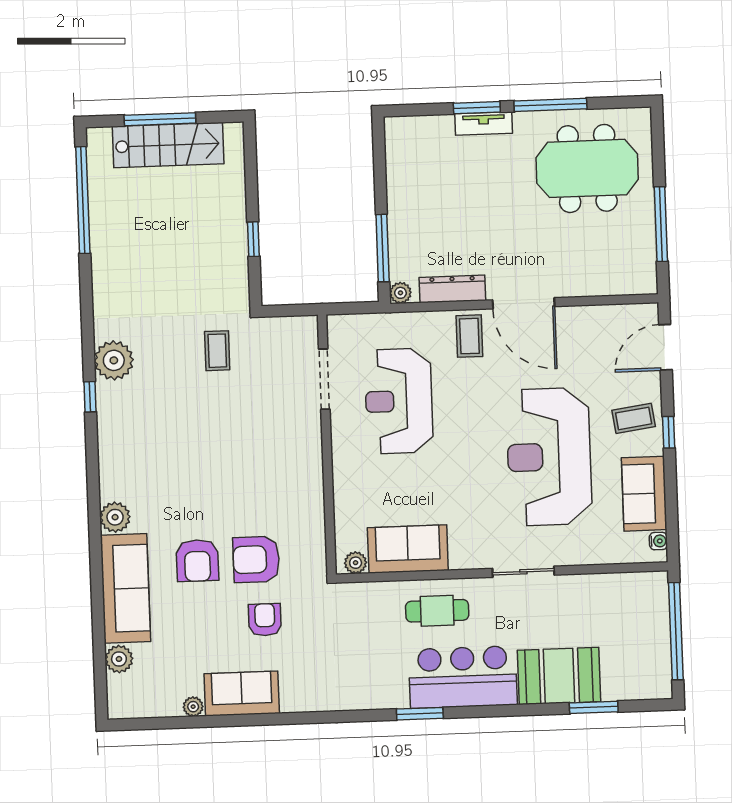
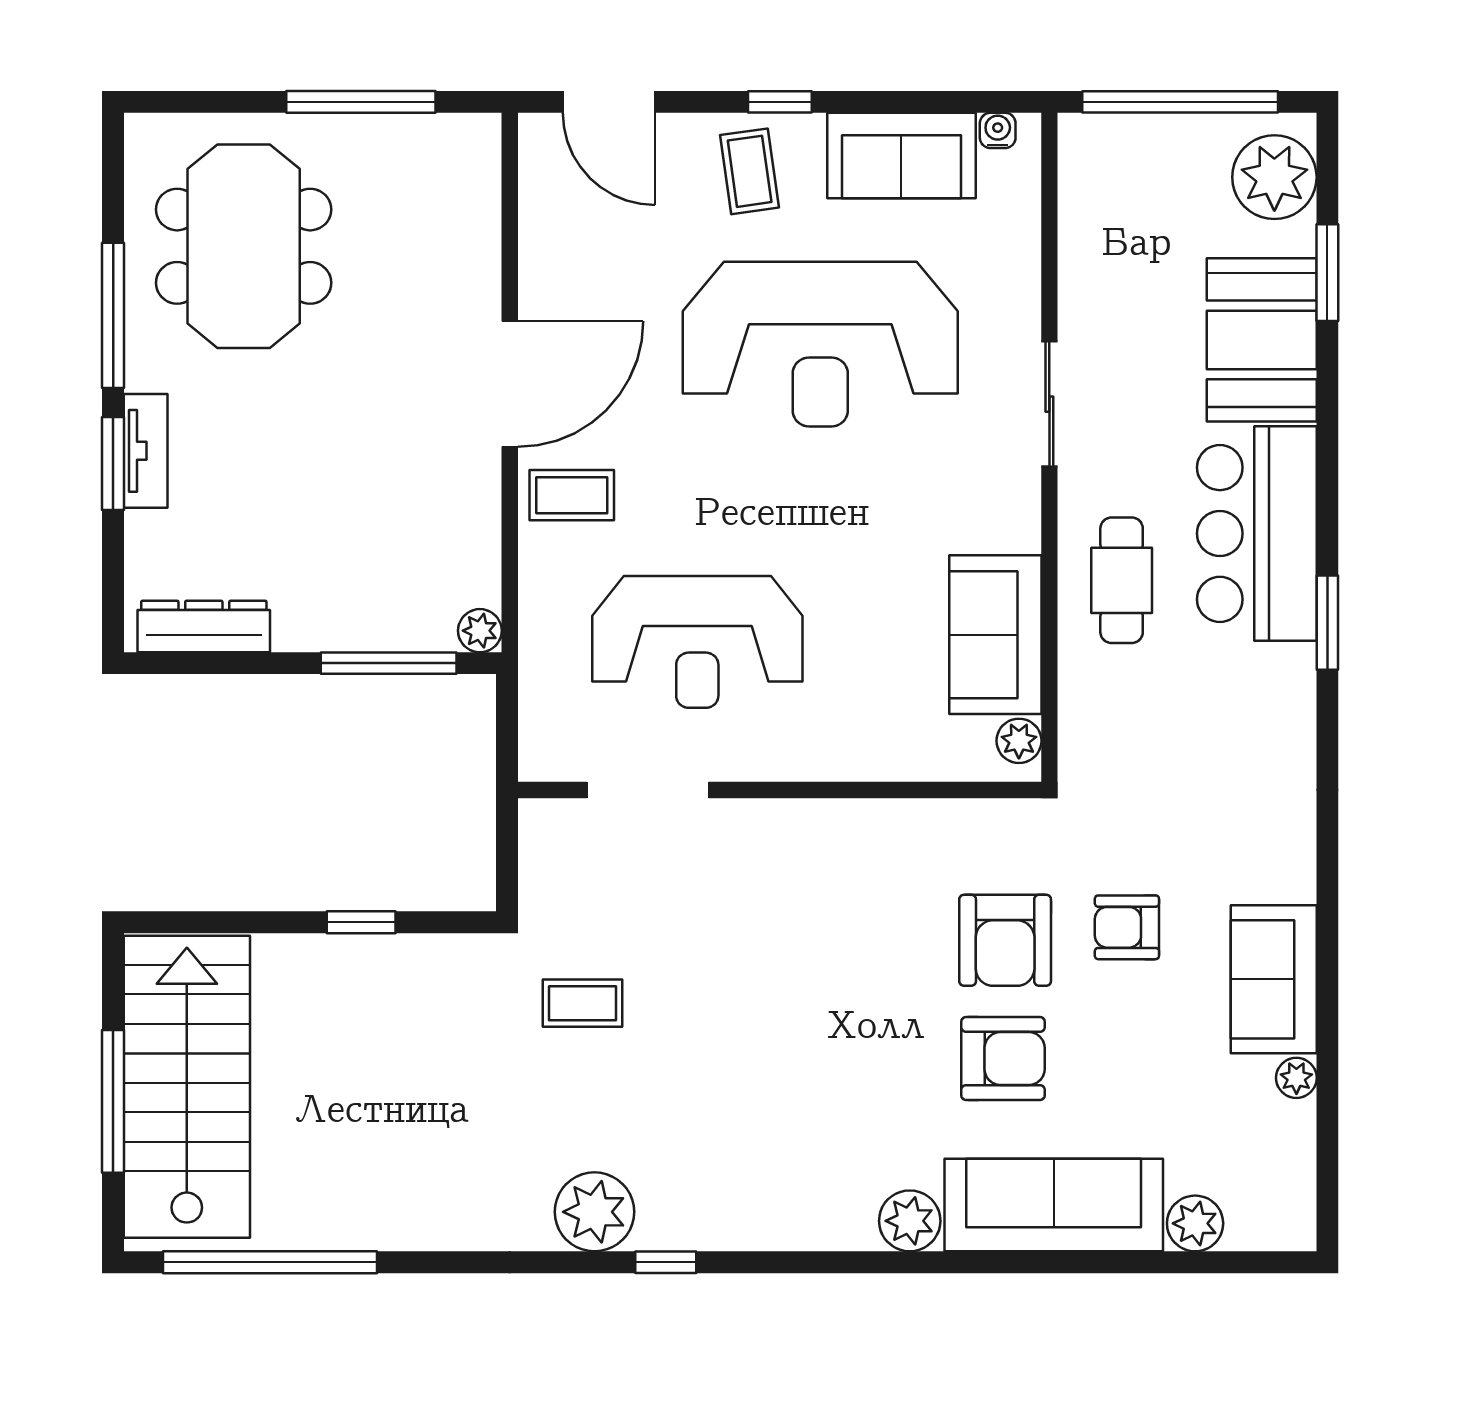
stairs: (168, 145) -> (187, 1087), width x1.36, depth x1.51
dresser: (452, 289) -> (204, 627), moved, turned 90
plant: (640, 679) -> (1274, 177), added

